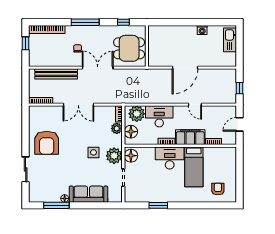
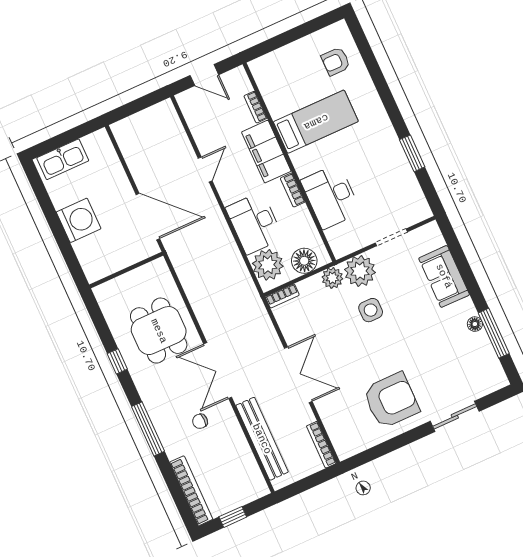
washing machine: (202, 30) -> (79, 220), width x1.89, depth x1.89
wall: (147, 46) -> (126, 270), moved
window: (239, 88) -> (141, 104), removed
plant: (117, 128) -> (332, 278), moved
floor lamp: (131, 156) -> (346, 241), removed
desk: (170, 158) -> (331, 196), moved
sofa: (89, 194) -> (444, 276), width x0.73

